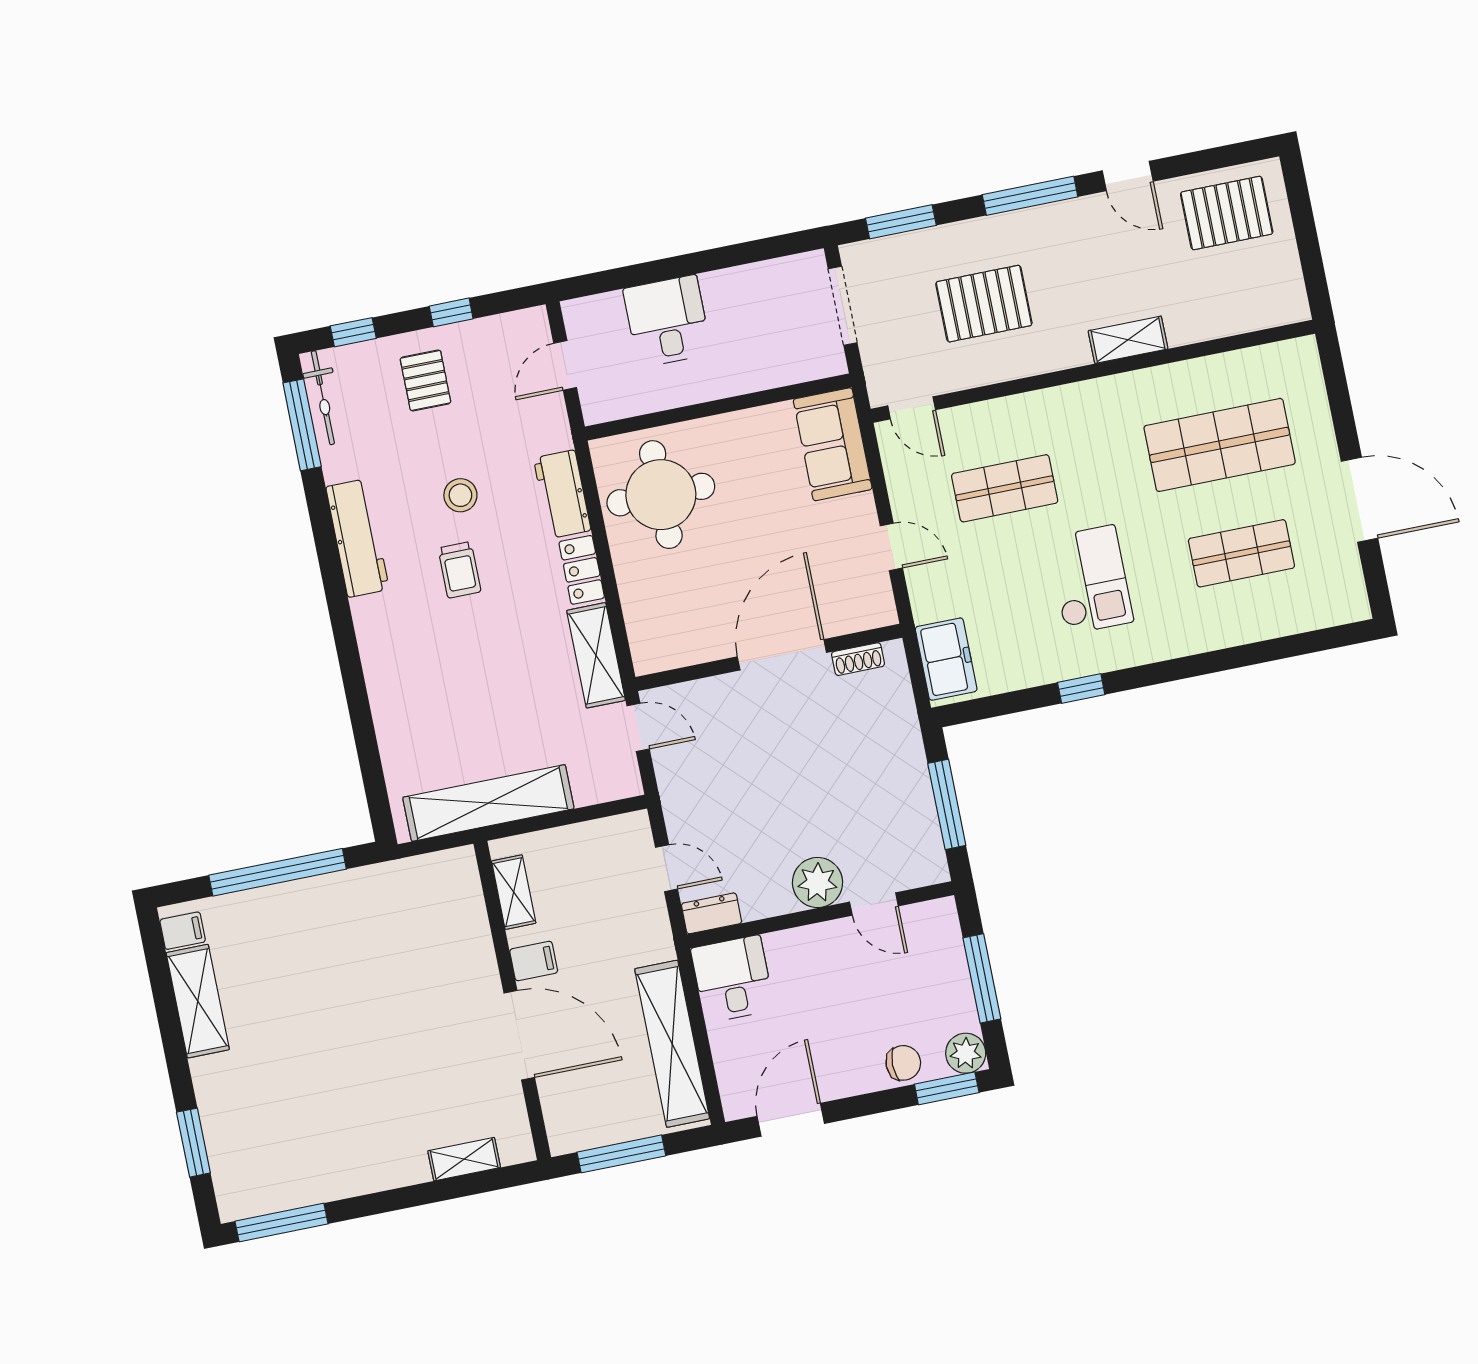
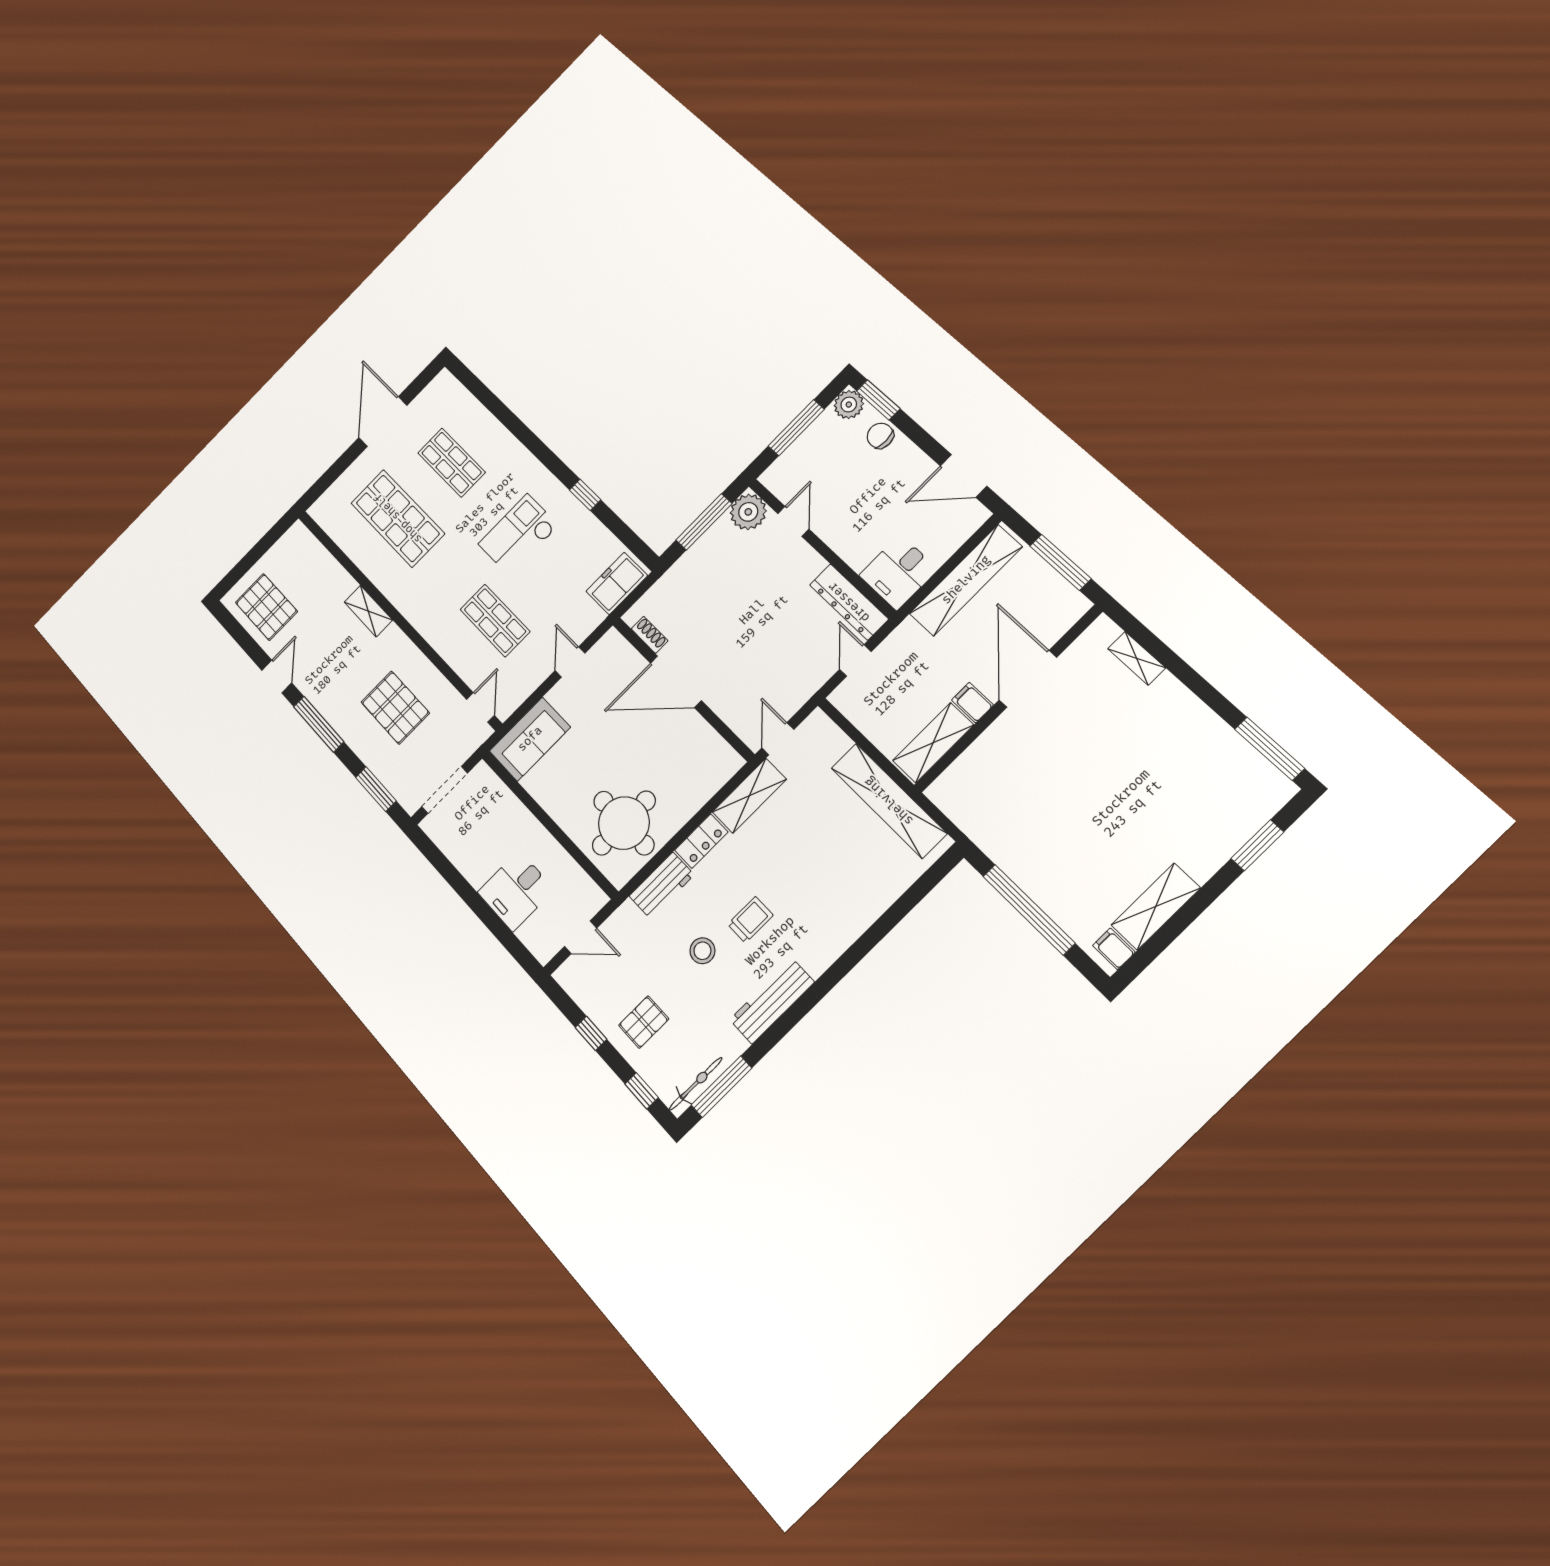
plant: (818, 883) -> (748, 512), moved
shelving: (514, 892) -> (933, 743), width x1.50, depth x1.33
dresser: (712, 913) -> (849, 602), width x1.96, depth x1.24

